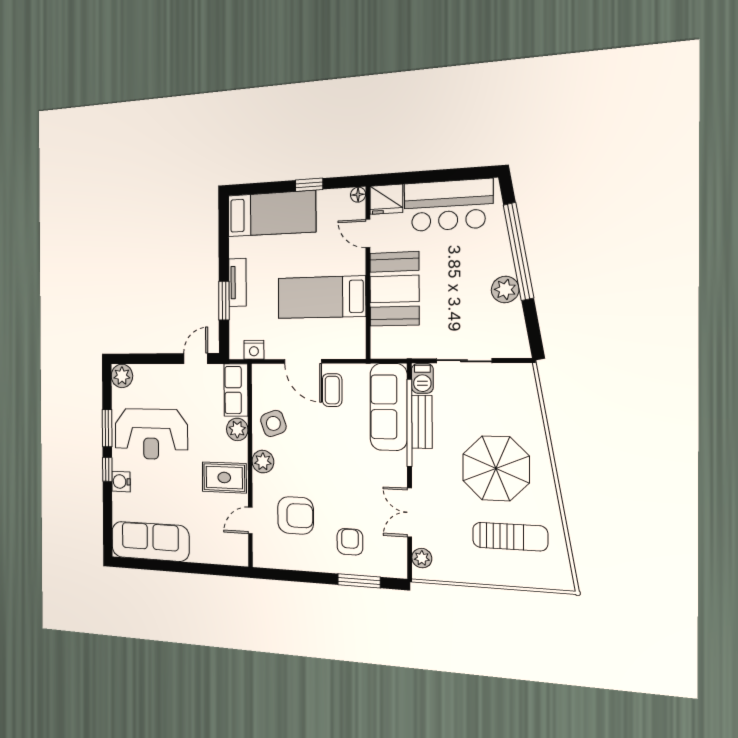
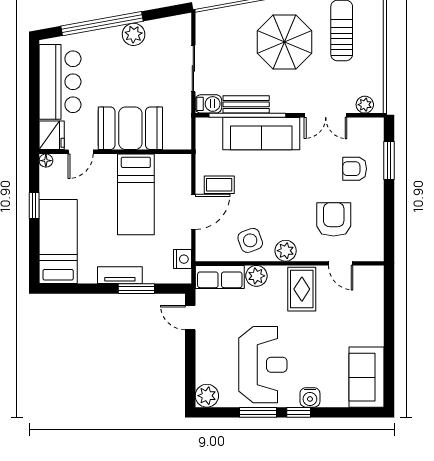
sofa: (389, 407) -> (261, 134), moved
sofa: (150, 541) -> (366, 377), width x0.73

